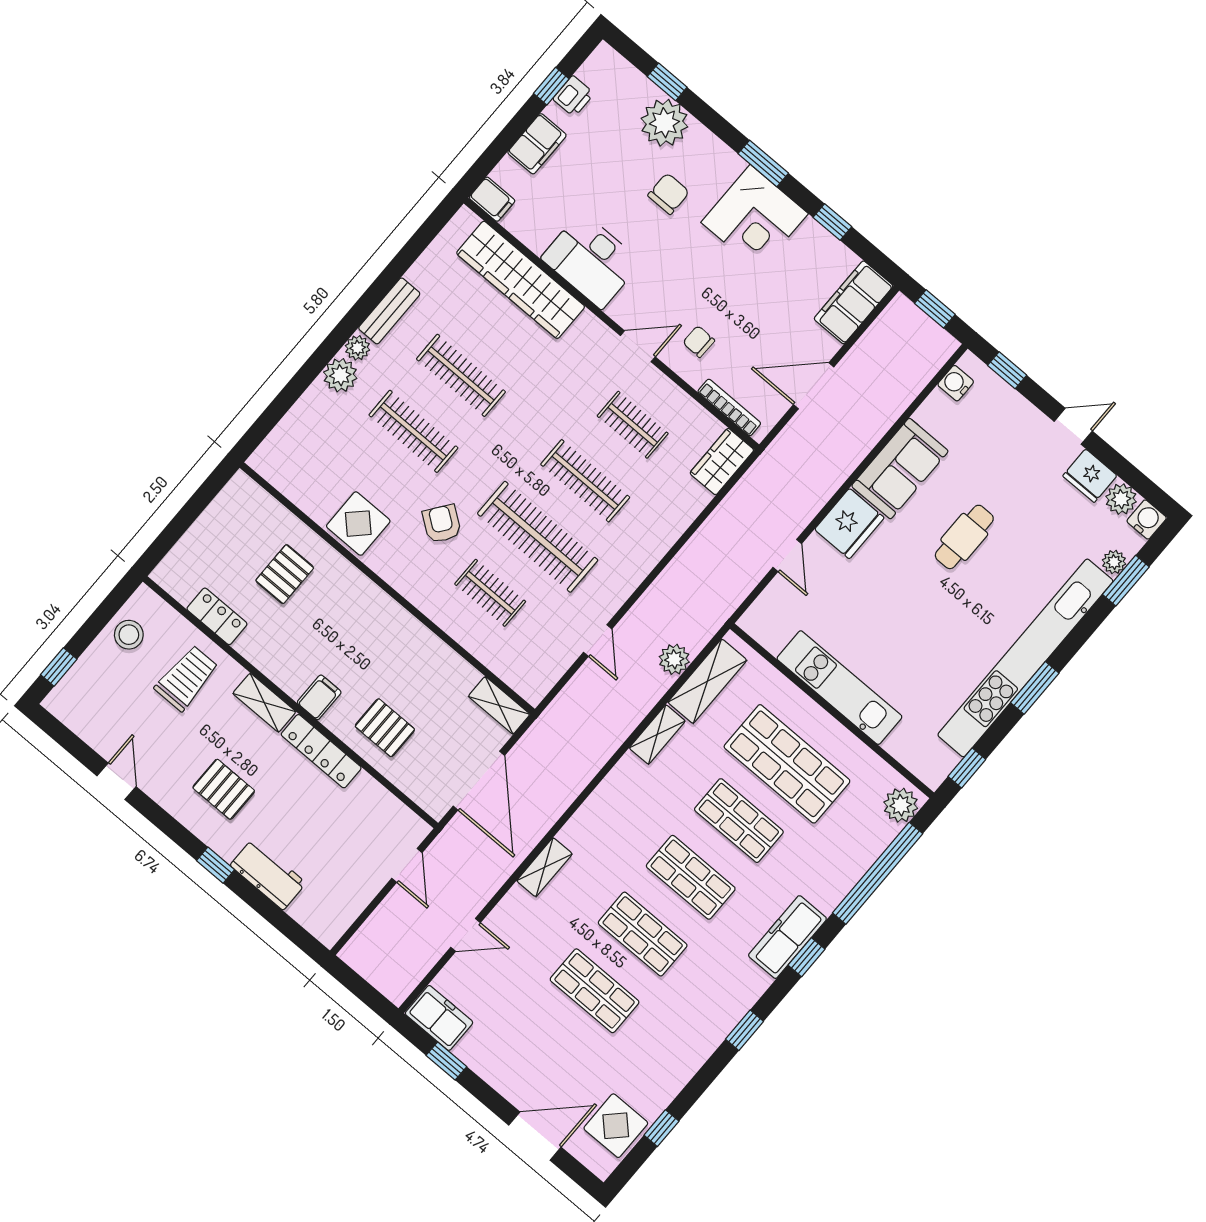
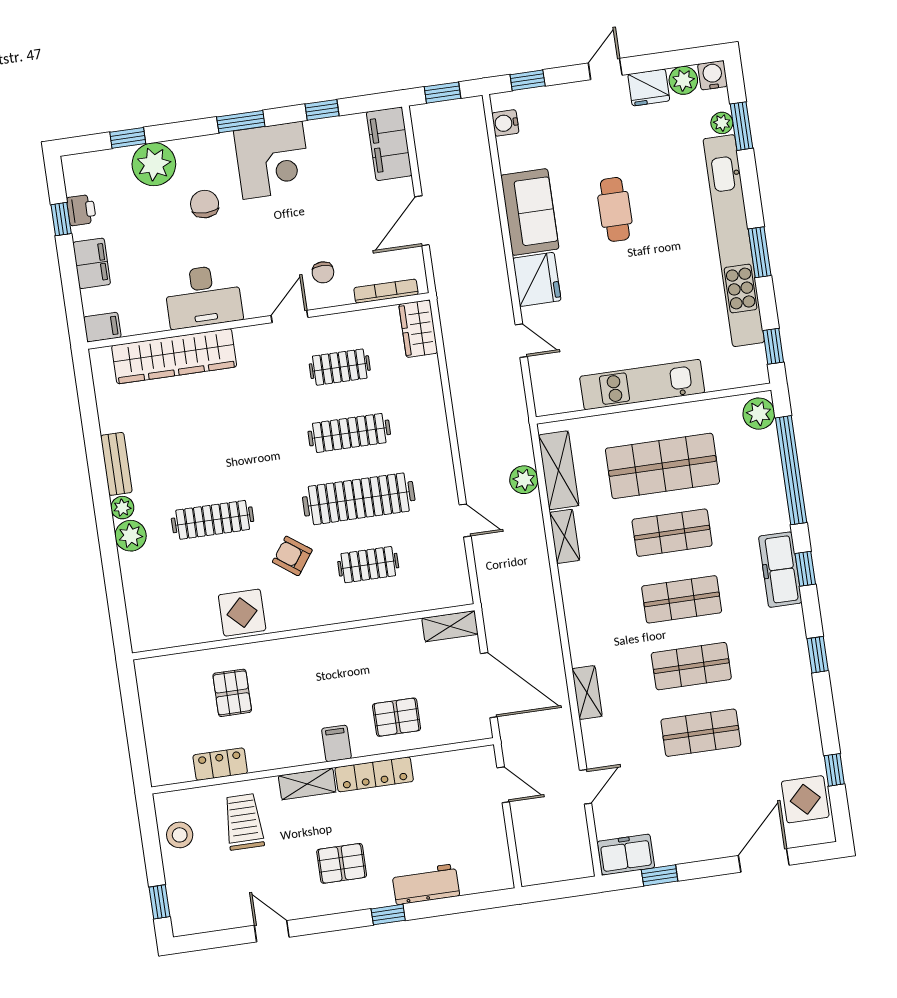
chair: (699, 342) -> (323, 272), turned -91
clothes rail: (461, 375) -> (203, 454), removed

